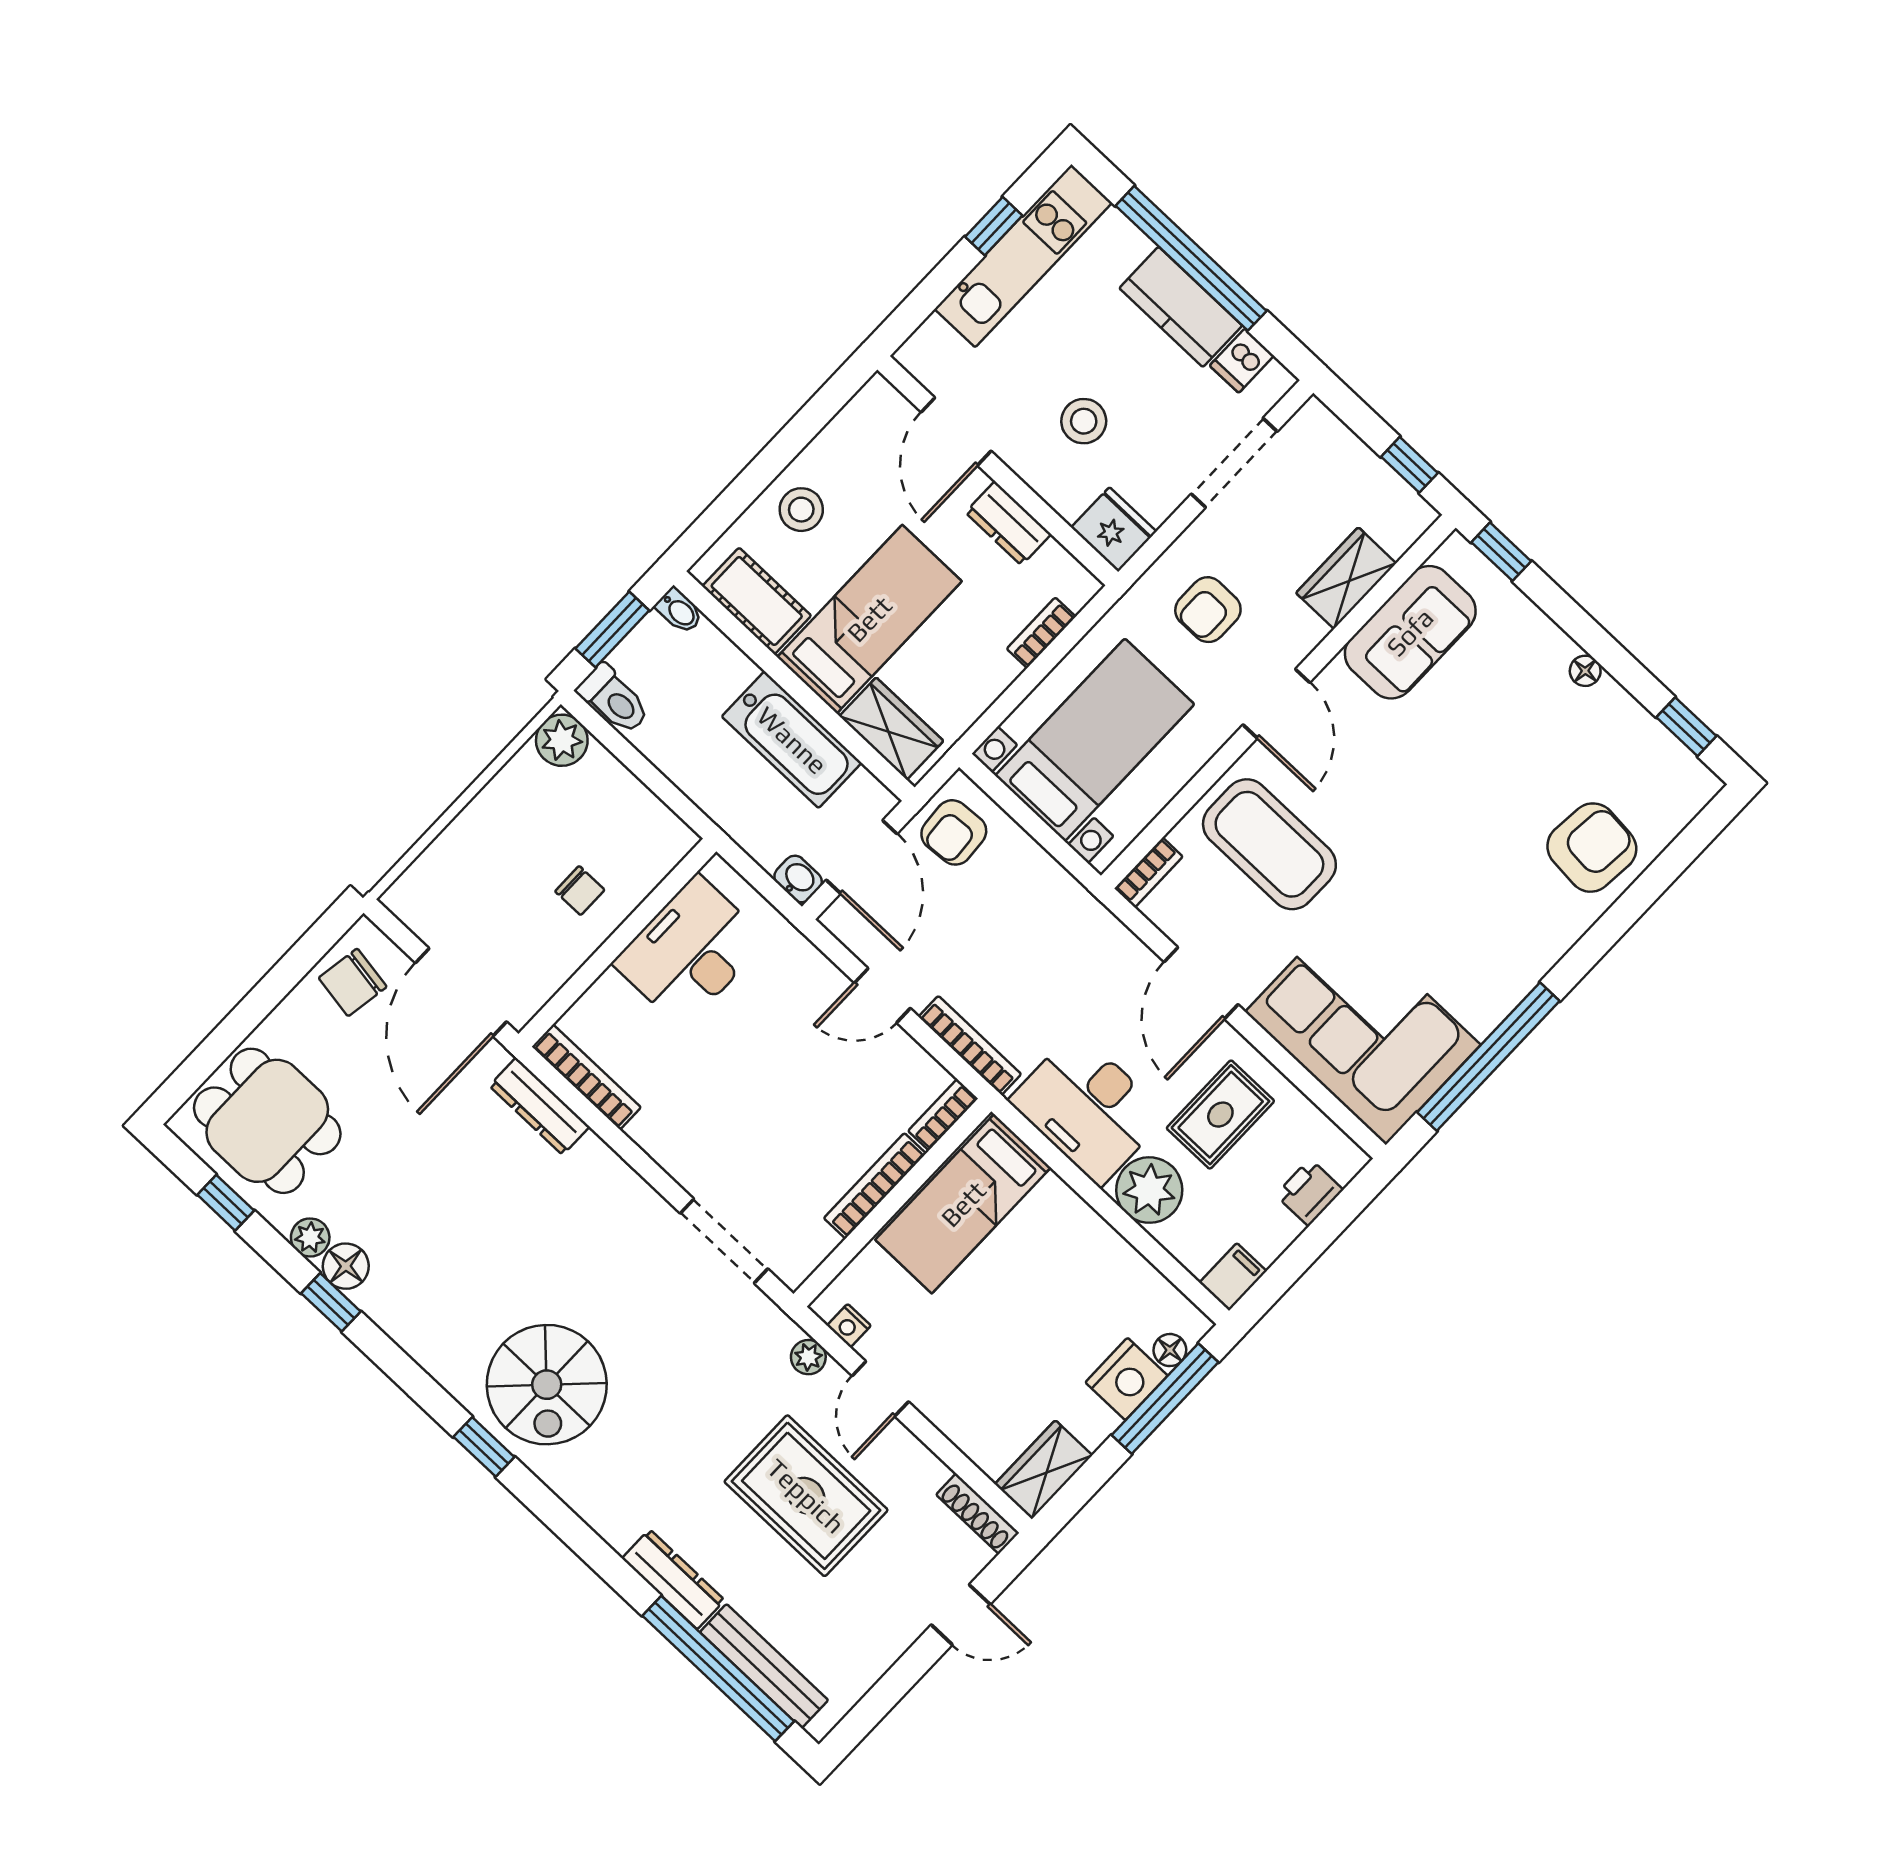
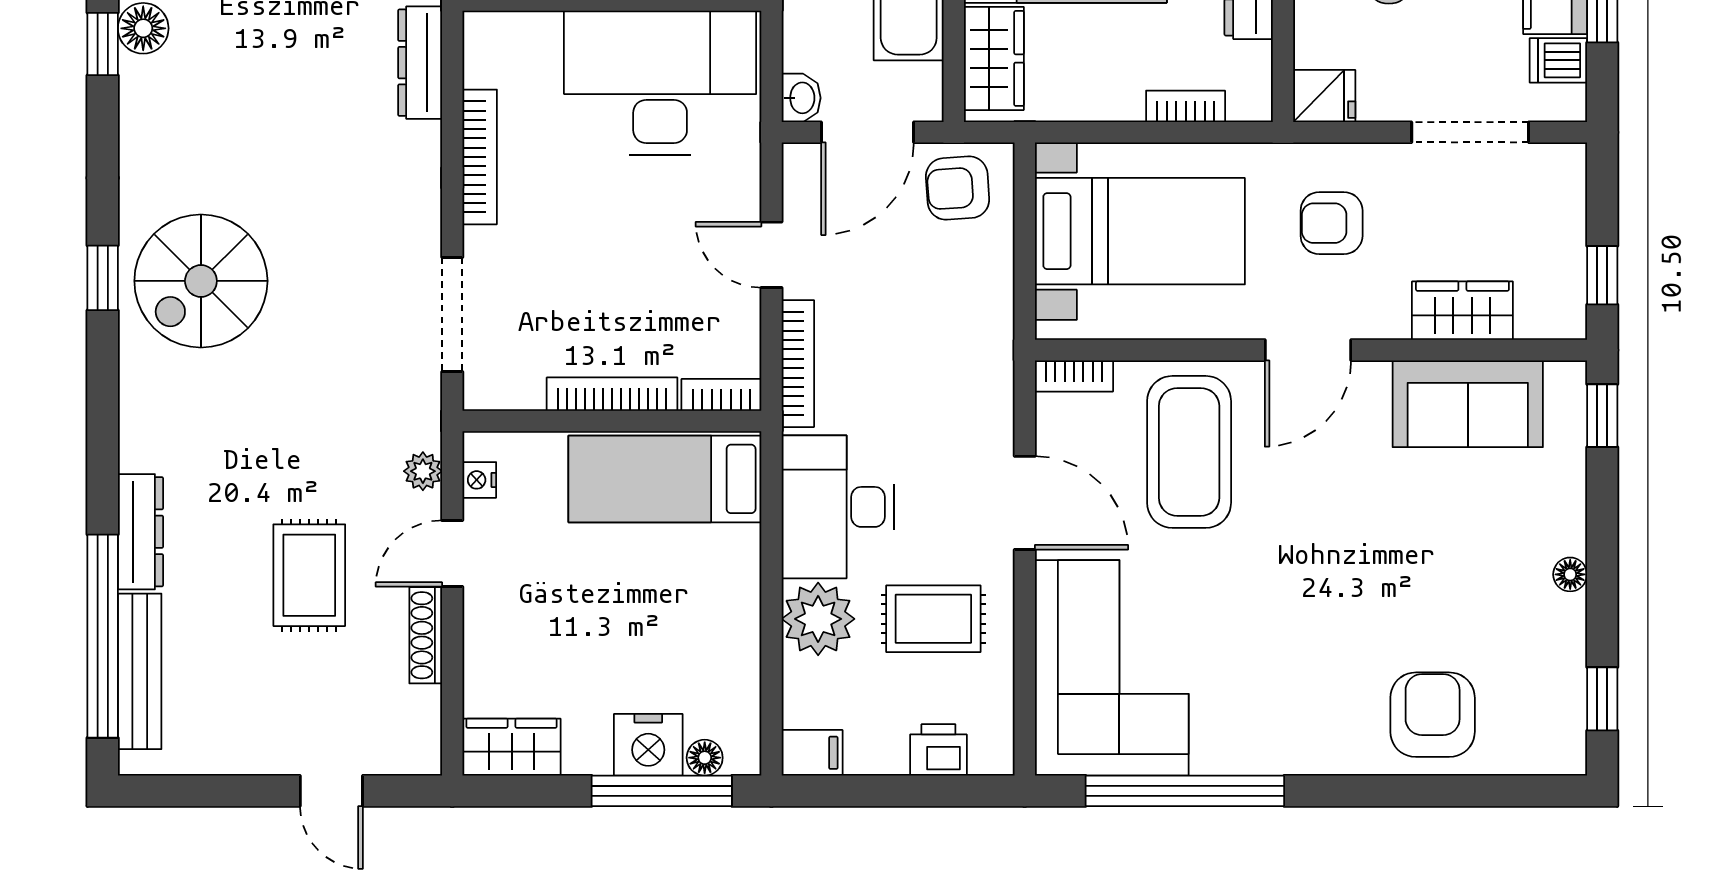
fridge: (1114, 529) -> (1324, 96), width x0.72
armchair: (1592, 848) -> (1433, 715), turned -95
desk: (690, 952) -> (660, 83), width x1.36, depth x1.30
door: (1201, 983) -> (1025, 503), swing flipped
bookcase: (586, 1077) -> (480, 157), moved
rug: (806, 1496) -> (309, 575), width x0.73, depth x0.70
shoe rack: (978, 1514) -> (426, 635), moved

